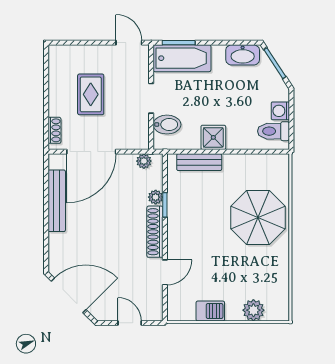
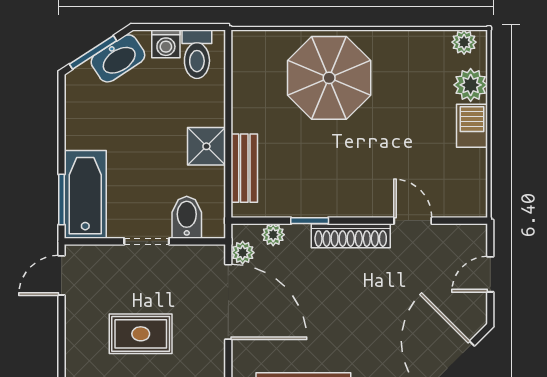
washbasin: (243, 55) -> (118, 58), moved, turned 57
door: (91, 152) -> (228, 302), moved
plant: (156, 197) -> (273, 235), moved
plant: (281, 306) -> (464, 42), added
barbecue: (210, 311) -> (472, 126), moved

